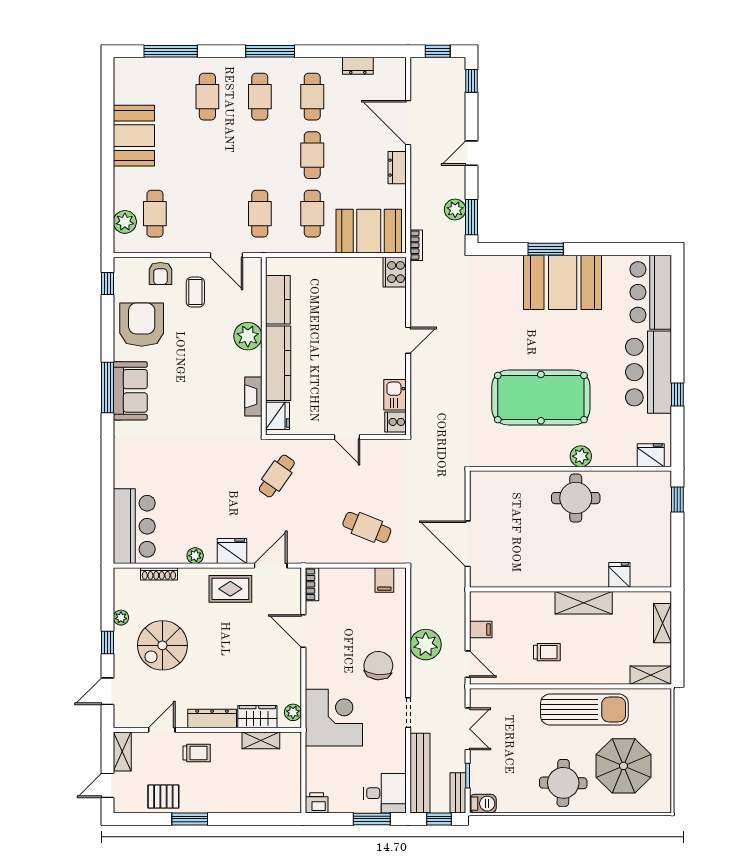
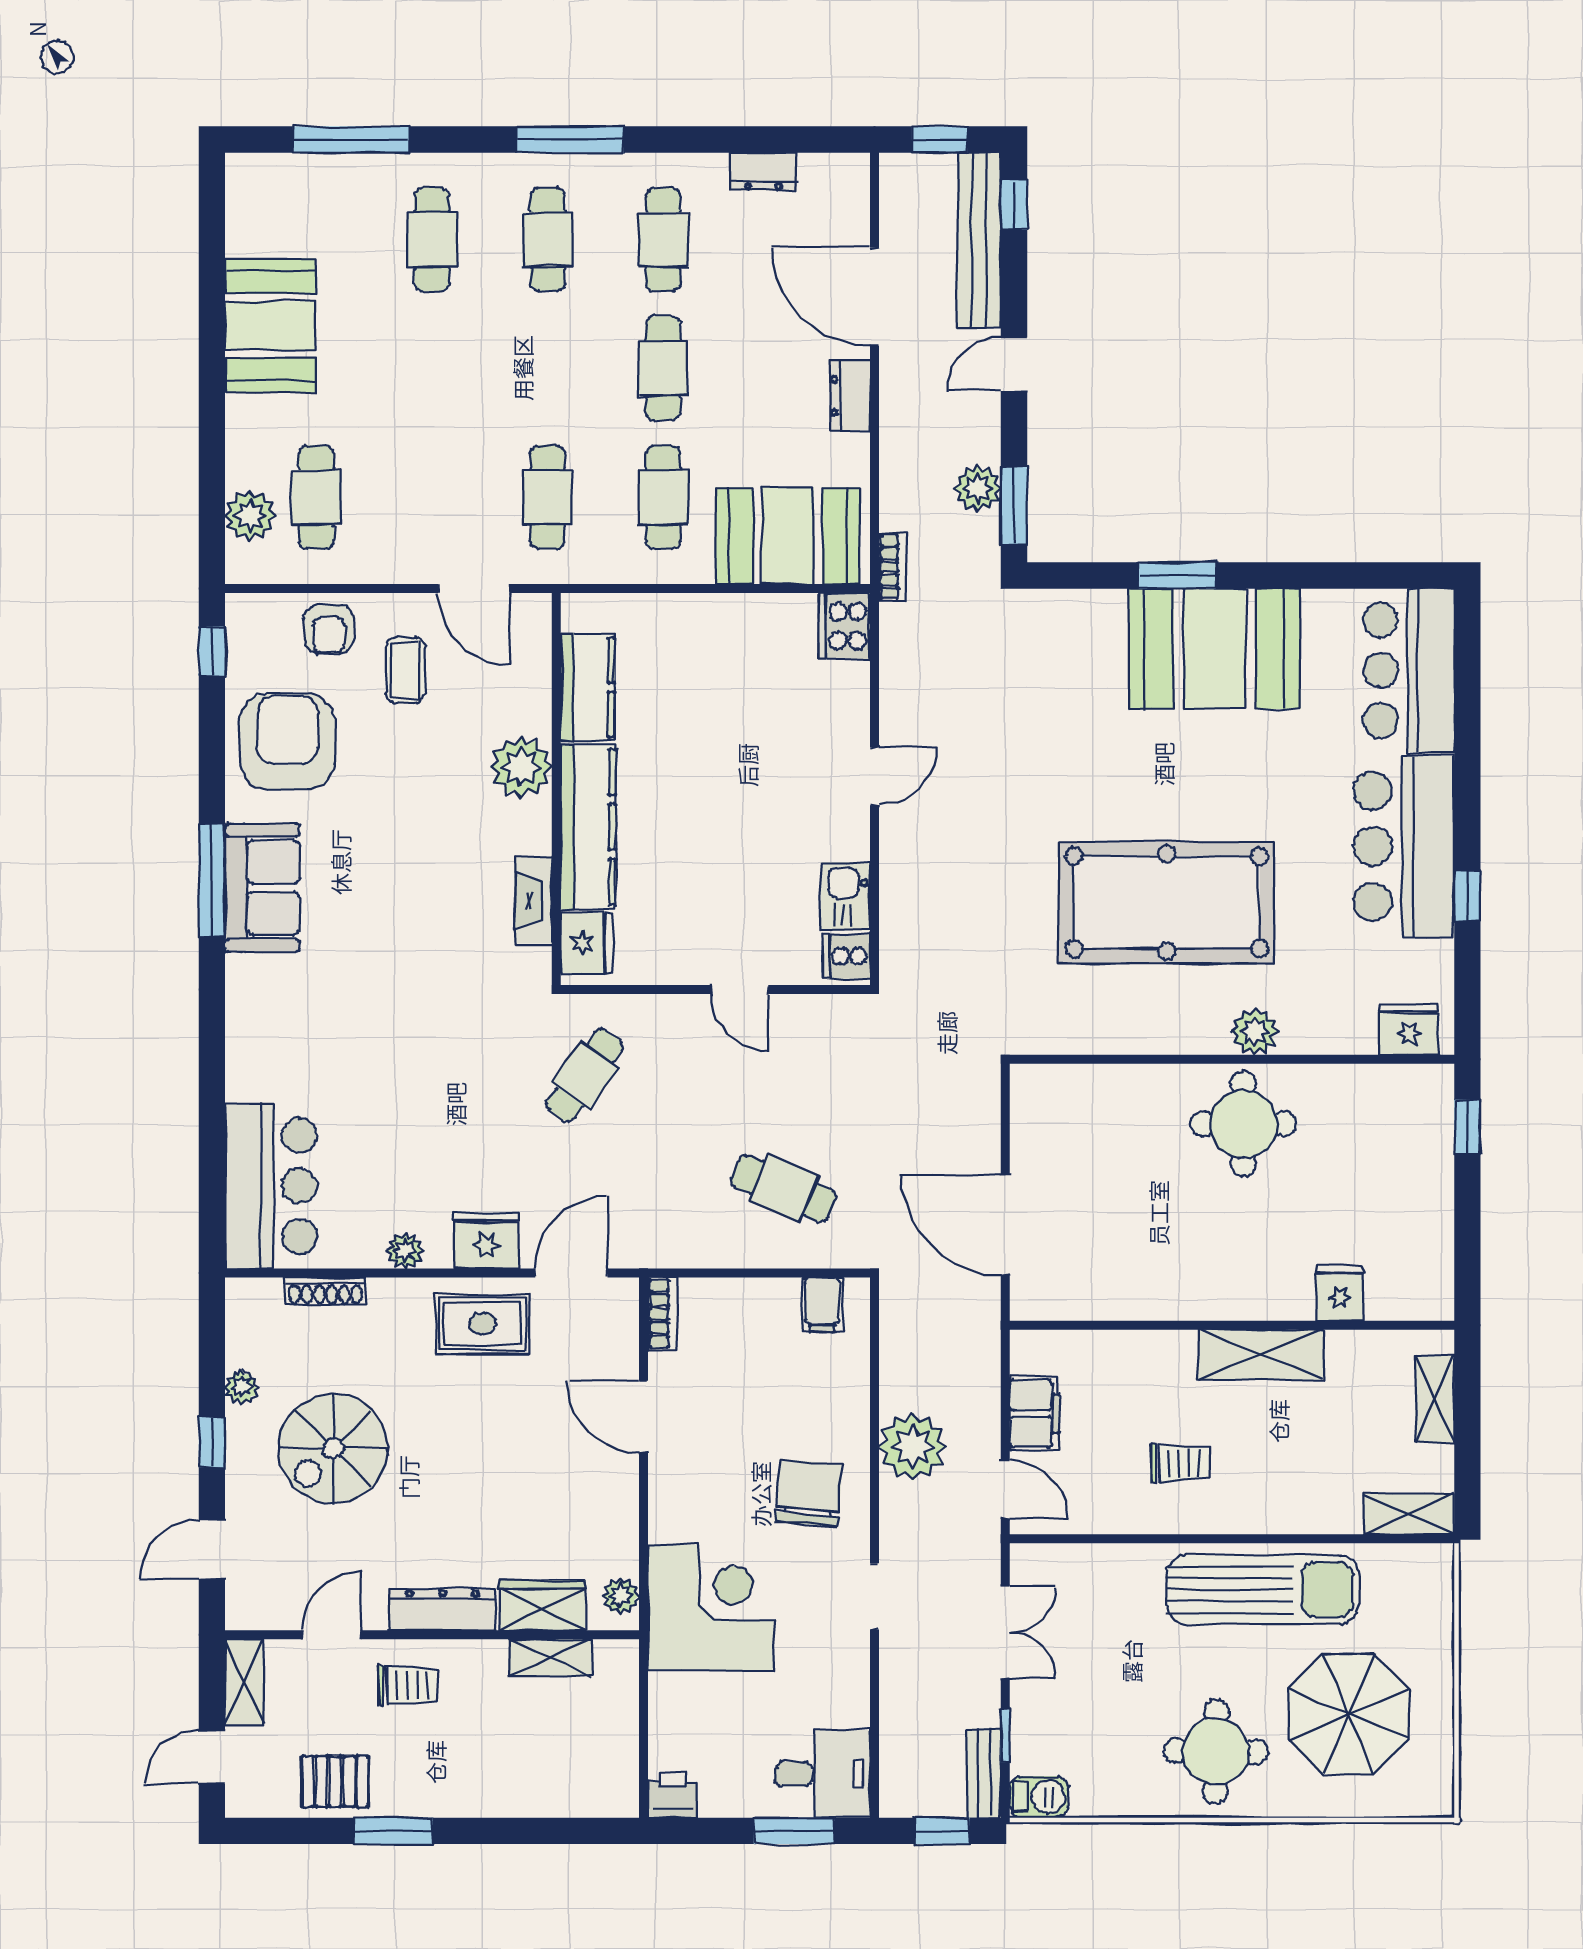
filing cabinet: (481, 629) -> (1034, 1413), width x2.00
bench: (420, 773) -> (979, 240), moved

